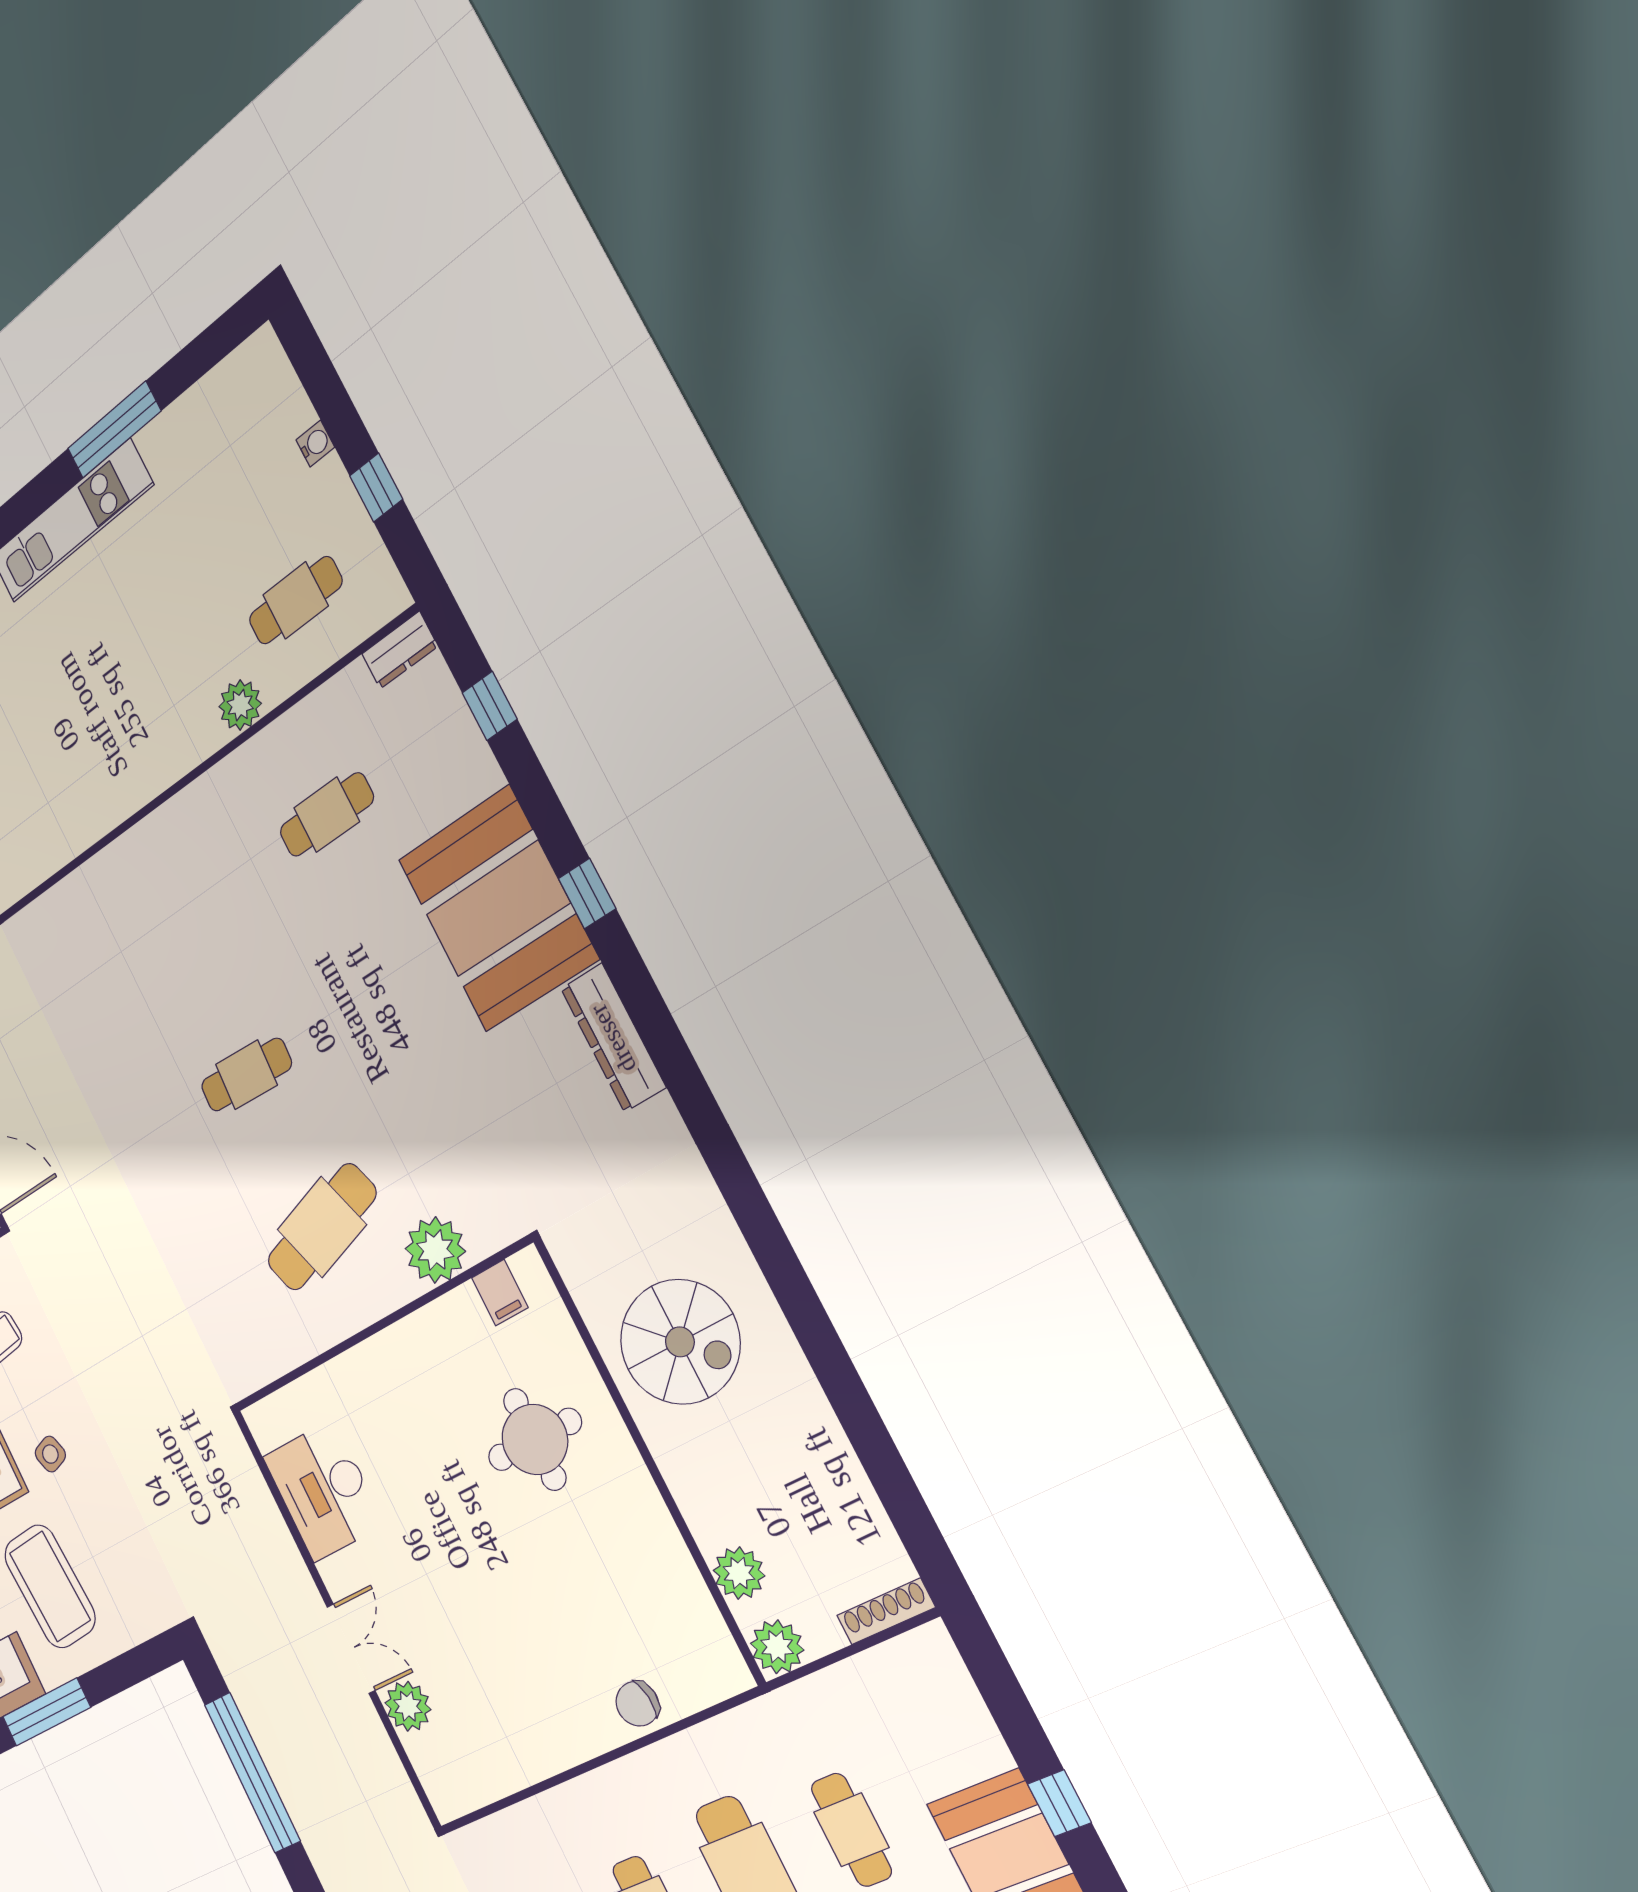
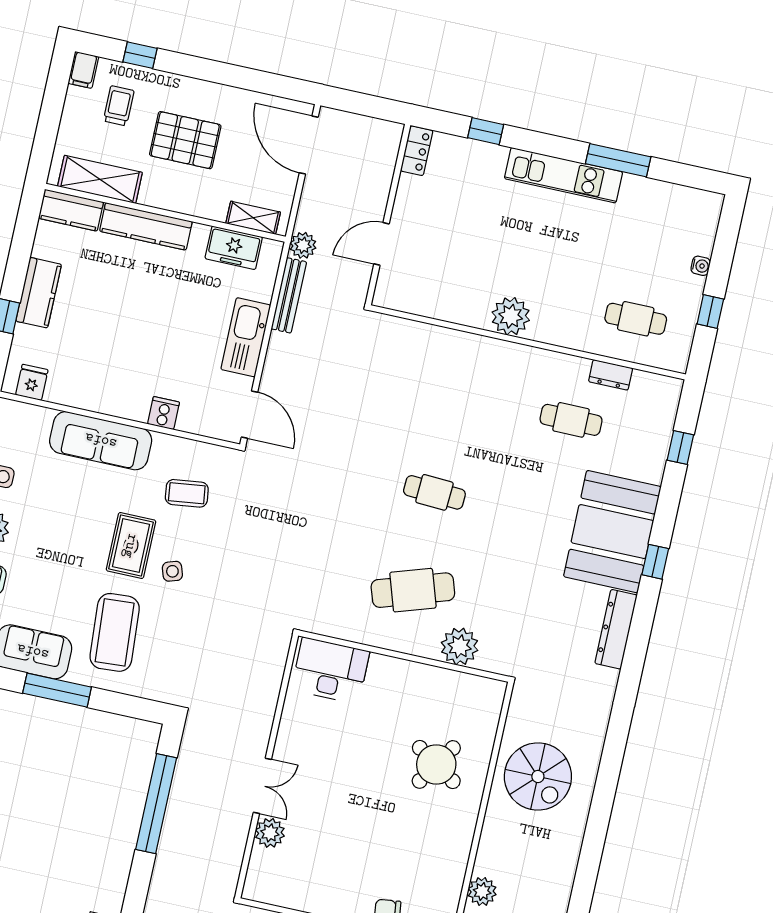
dresser: (400, 650) -> (611, 375), moved
plant: (240, 705) -> (511, 316), moved, width x1.36, depth x1.36
filing cabinet: (500, 1293) -> (474, 690), removed
round table: (535, 1440) -> (436, 764), turned 33
desk: (324, 1491) -> (330, 671), moved, turned 90

